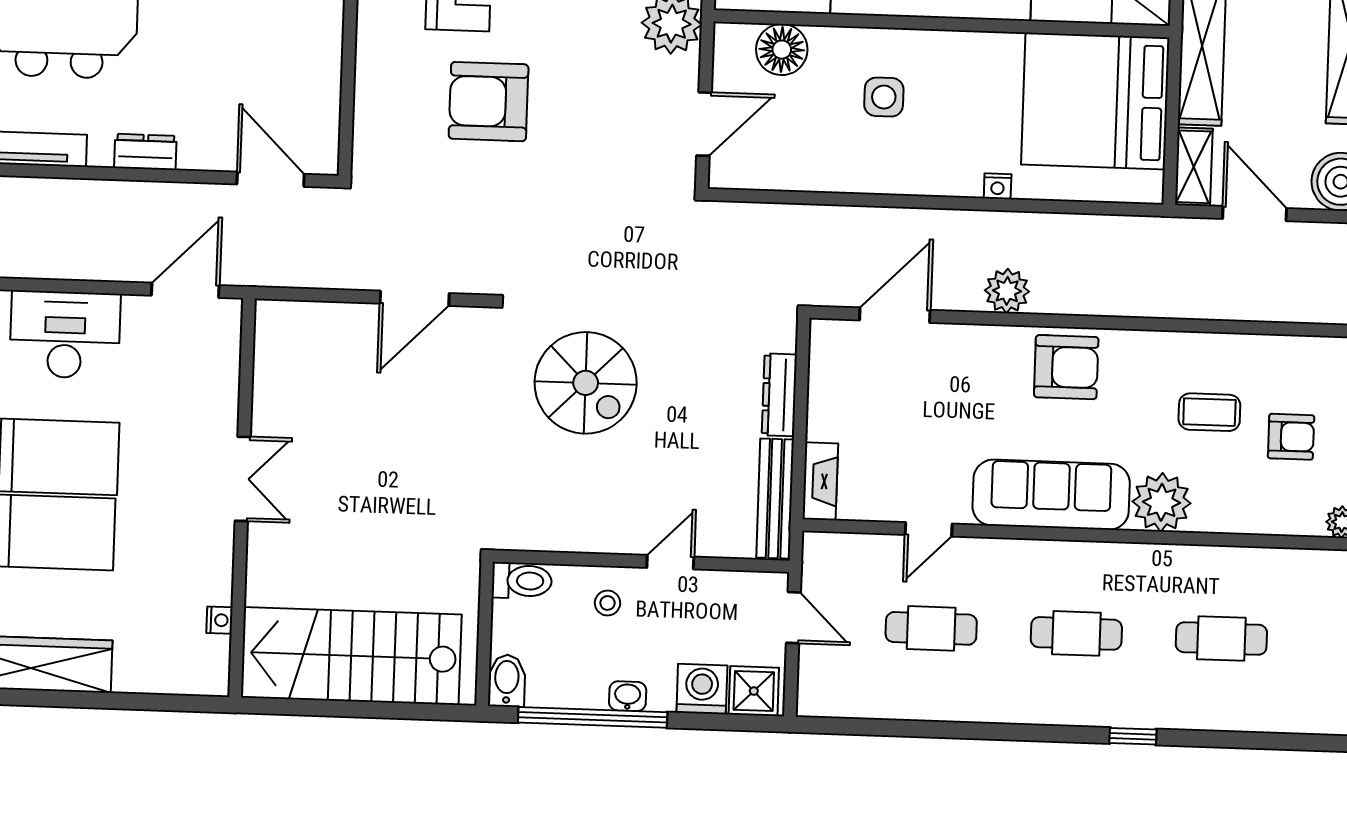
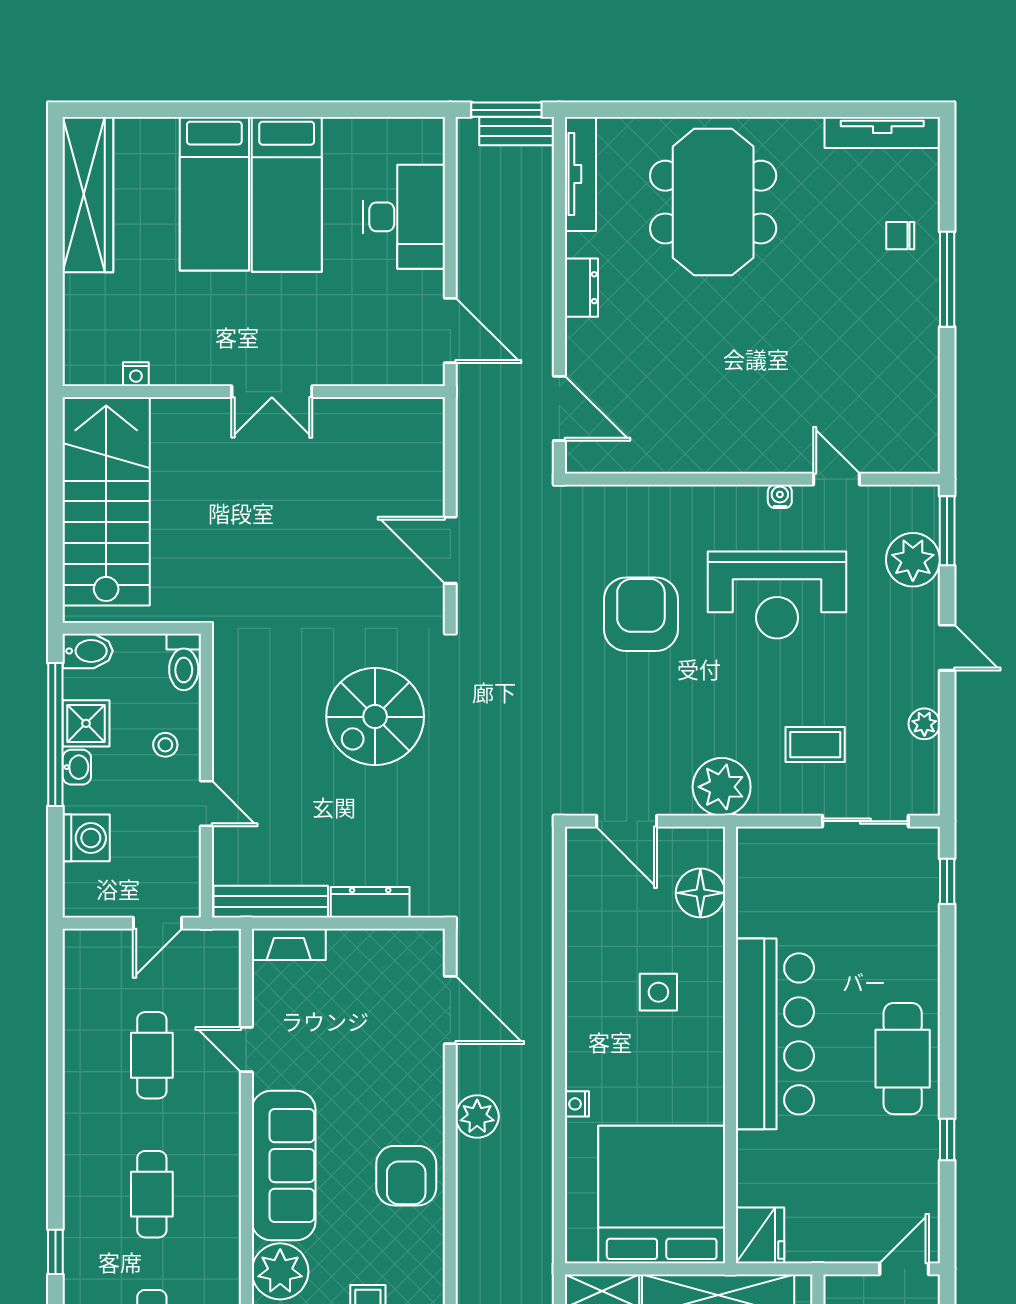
door: (271, 179) -> (559, 408), hinge flipped
shower: (754, 691) -> (86, 723), moved

